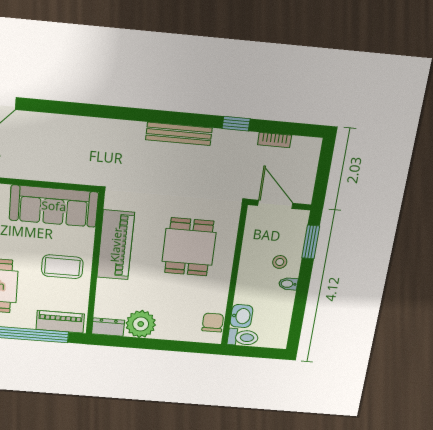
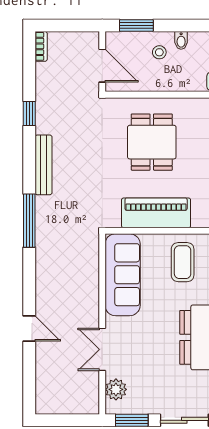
window: (120, 113) -> (29, 221), added
bookcase: (275, 140) -> (41, 46), moved
door: (275, 204) -> (102, 66), swing flipped
dining table: (189, 247) -> (152, 142), turned 90

